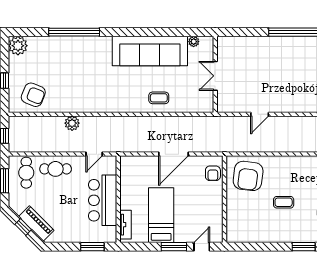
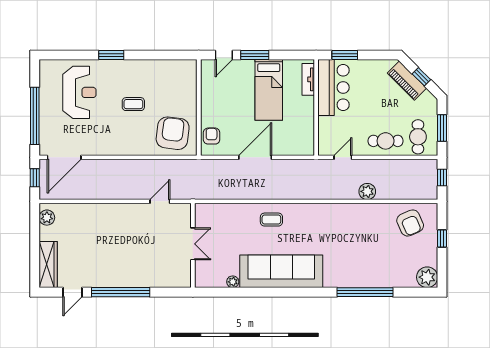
wall: (215, 74) -> (193, 245), moved
double door: (215, 76) -> (193, 244), moved
armchair: (33, 95) -> (410, 223), turned -136
bar counter: (103, 200) -> (333, 88), moved

